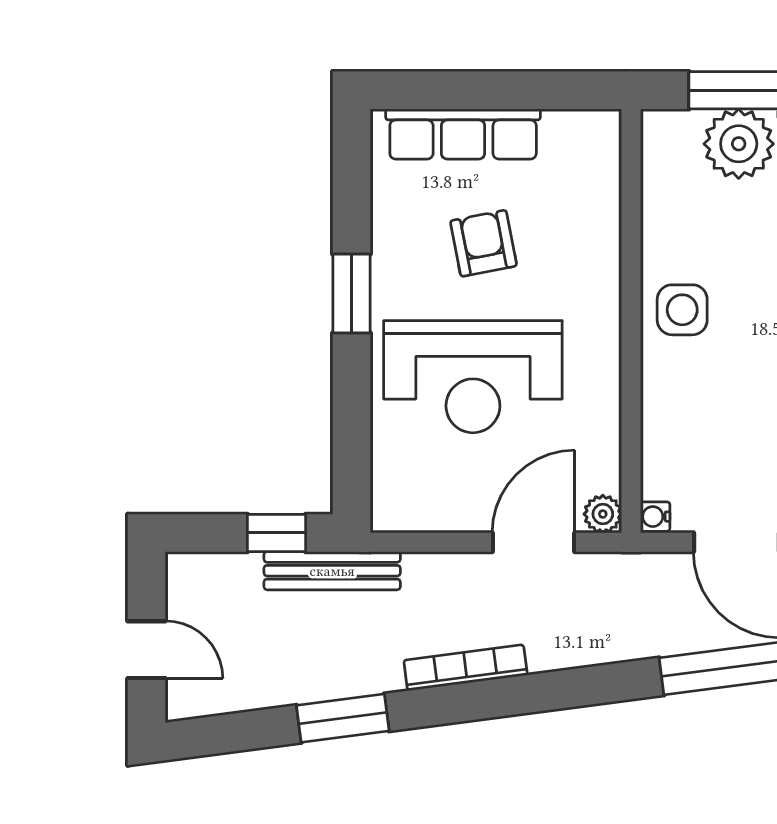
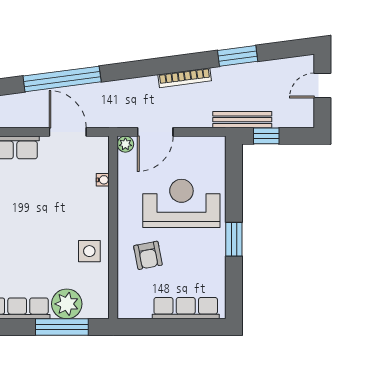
armchair: (483, 243) -> (148, 255), moved
side table: (682, 310) -> (89, 251), moved
water cooler: (655, 517) -> (103, 180), moved
door: (147, 650) -> (322, 86), hinge flipped

